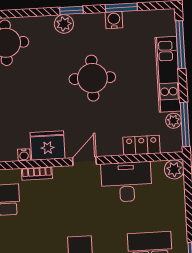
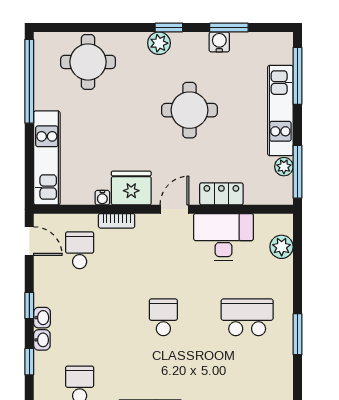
locker: (142, 145) -> (221, 194), moved
plant: (174, 169) -> (282, 247), moved

